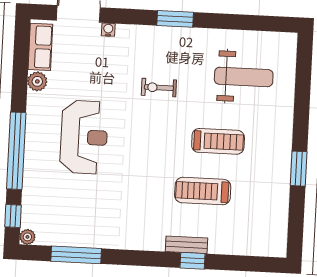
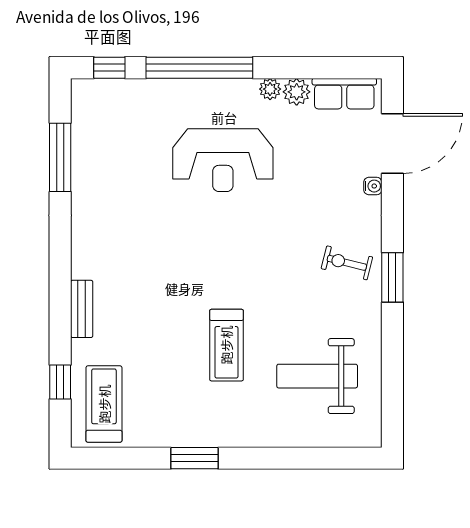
weight bench: (244, 77) -> (317, 376), turned 90
exercise bike: (159, 88) -> (347, 263), moved, turned -76
treadmill: (203, 191) -> (104, 404), moved
plant: (27, 237) -> (270, 89), moved
window: (193, 261) -> (60, 382), moved

